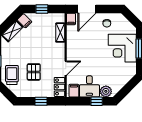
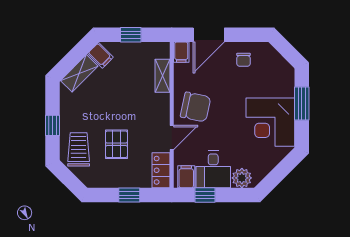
corner desk: (122, 48) -> (270, 122), moved
chair: (79, 50) -> (196, 107), added
window: (97, 101) -> (205, 195), moved

